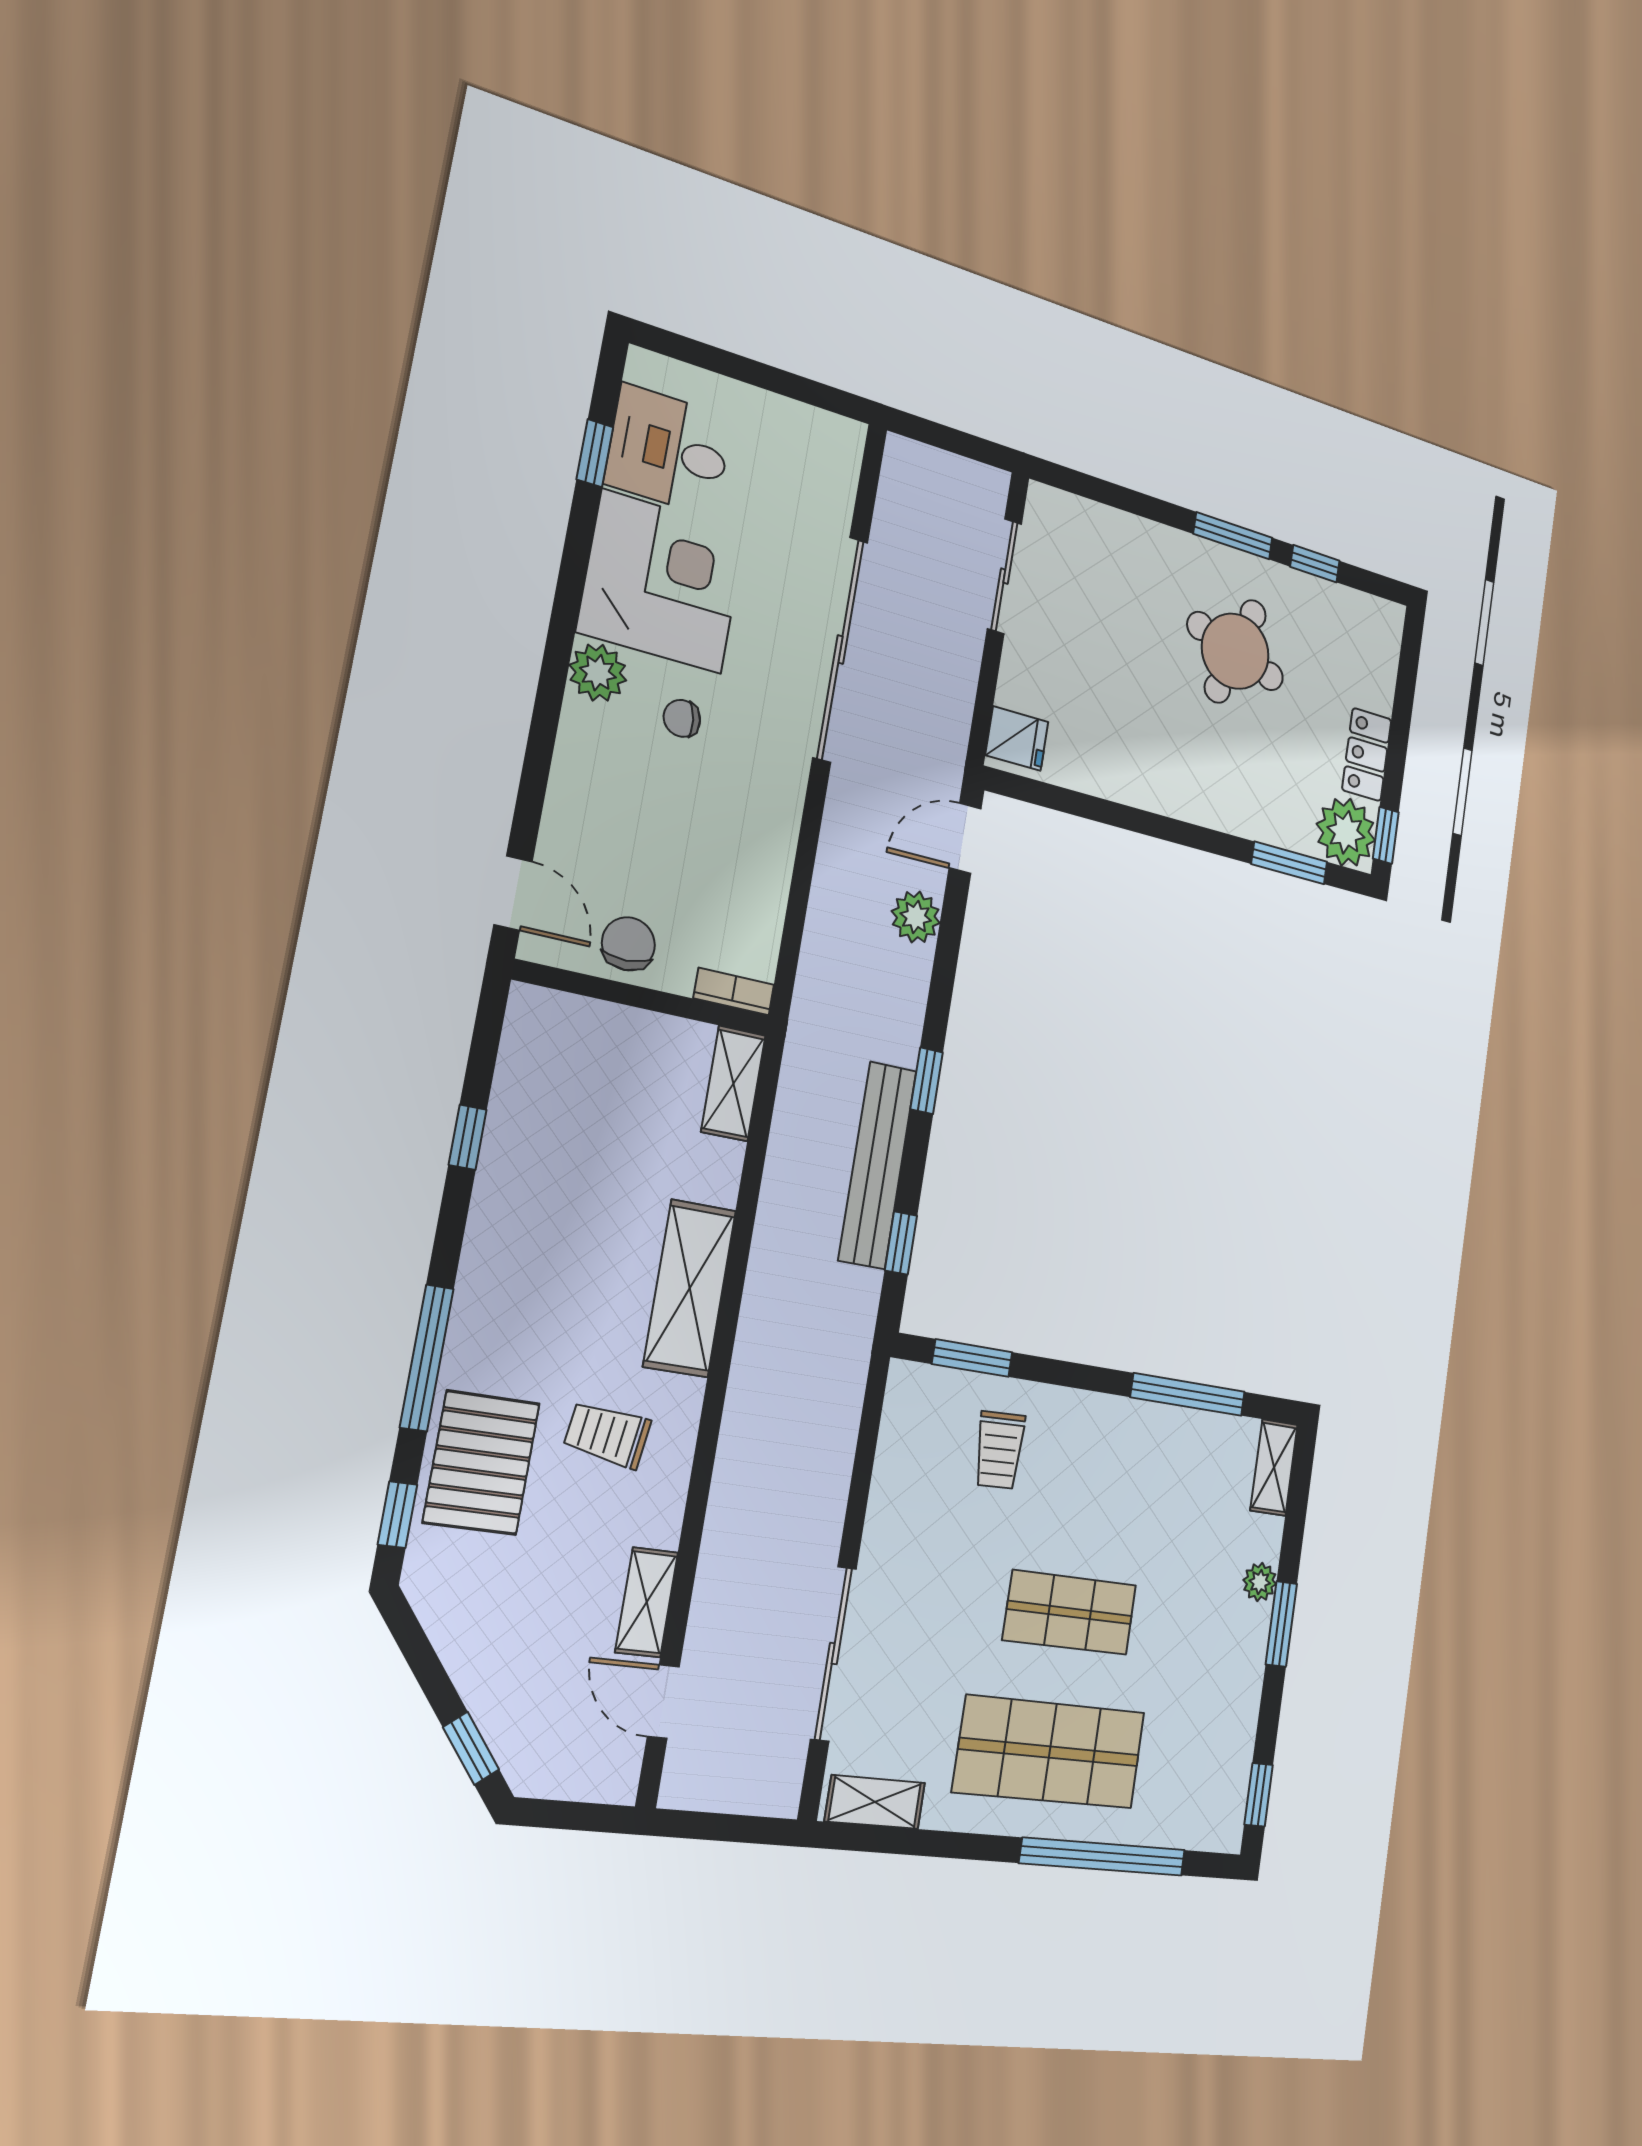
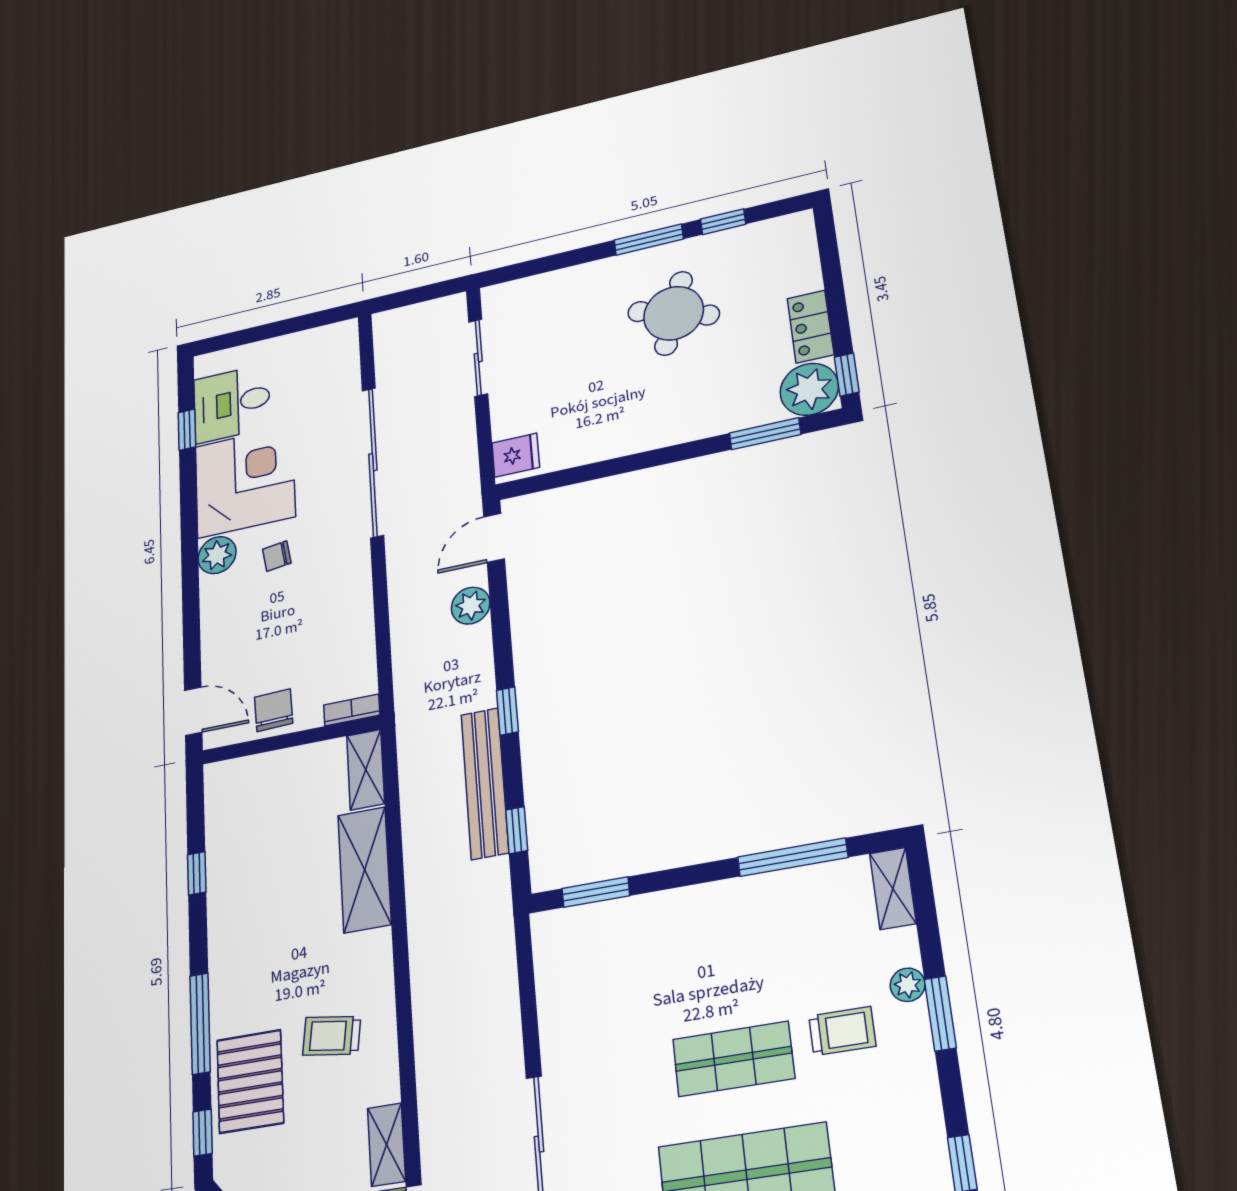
shelving: (690, 1288) -> (364, 870), moved
trolley: (999, 1450) -> (842, 1031), moved, turned -88

